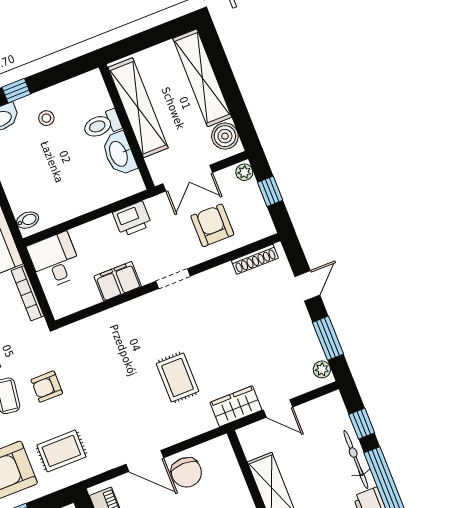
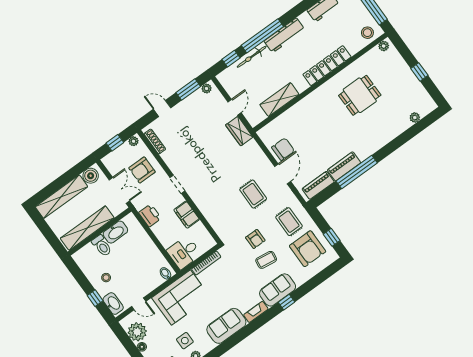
plant: (244, 172) -> (134, 141), moved
rug: (177, 377) -> (253, 194), moved, turned 90

